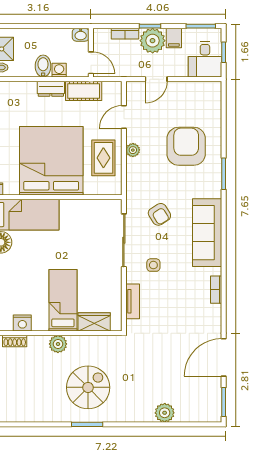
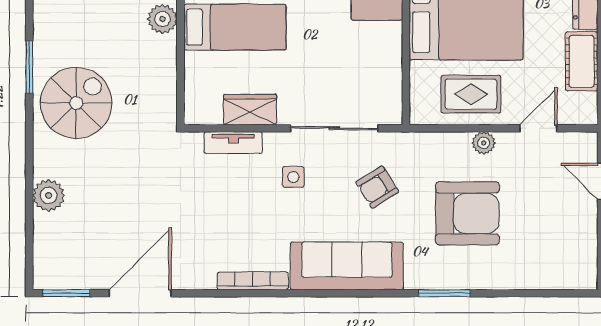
door: (124, 117) -> (538, 128), hinge flipped
armchair: (186, 146) -> (467, 213), moved
bookcase: (216, 290) -> (253, 281), width x1.56
wardrobe: (94, 322) -> (250, 110), moved, turned -90
door: (224, 357) -> (140, 293), hinge flipped
spiral stairs: (88, 387) -> (76, 103), moved, turned -90

